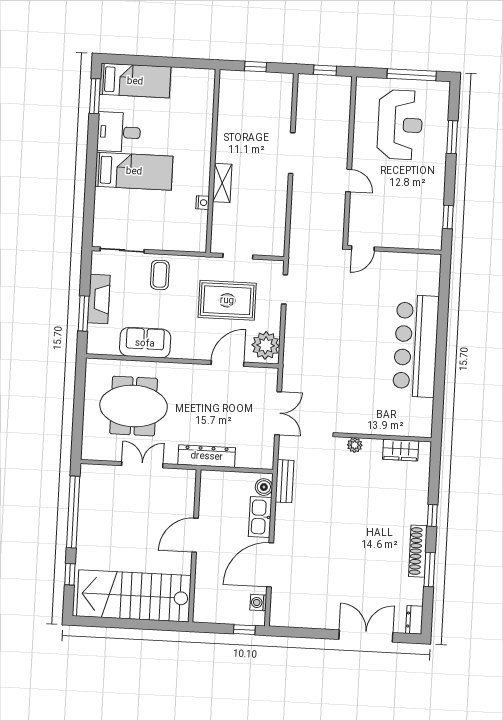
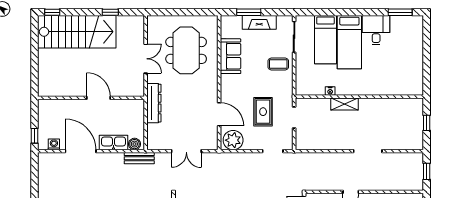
bed: (135, 81) -> (325, 40), moved
rug: (227, 300) -> (263, 112), width x0.73, depth x0.70
window: (73, 512) -> (110, 12), width x0.32
window: (70, 574) -> (52, 12), moved
stairs: (134, 596) -> (77, 32), moved, turned 90

